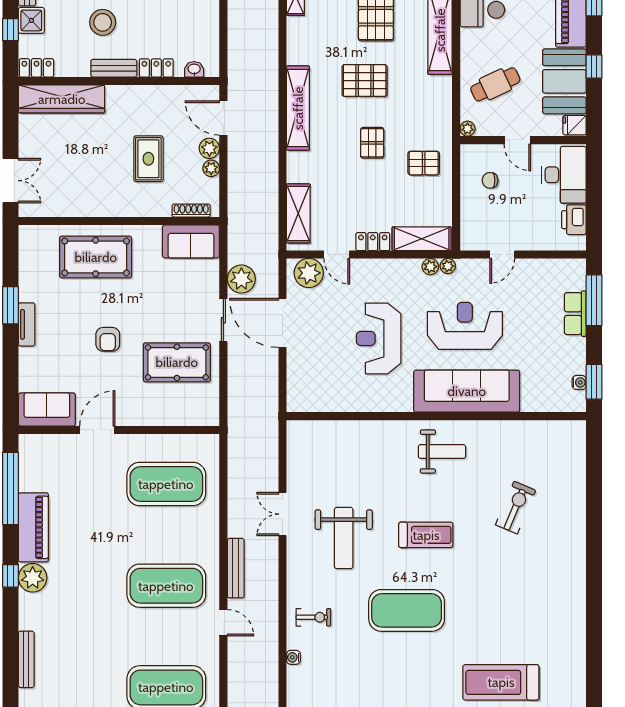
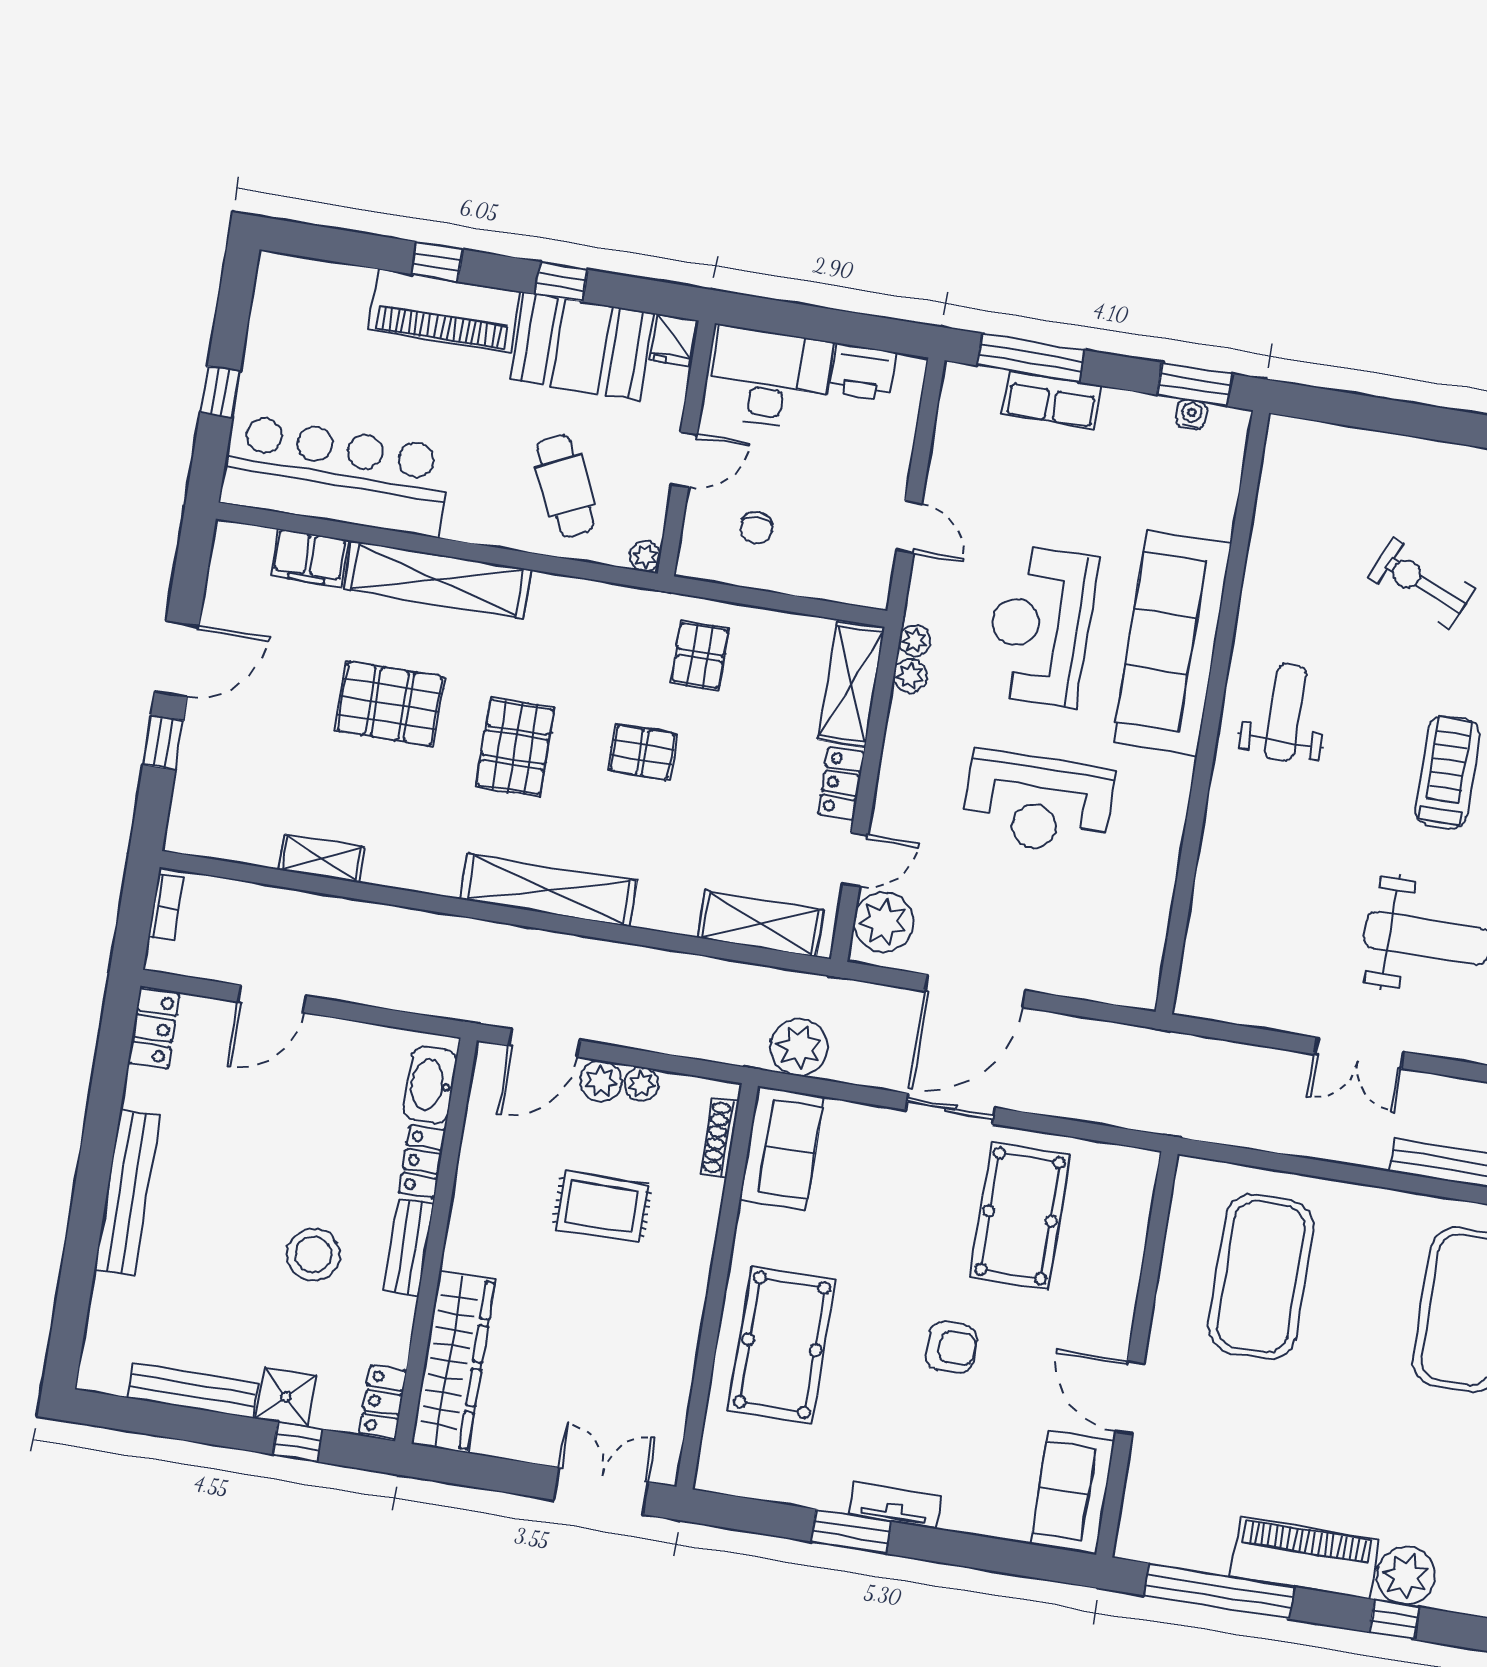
washbasin: (194, 69) -> (430, 1085), width x1.91, depth x1.45
plant: (241, 279) -> (799, 1047), moved

